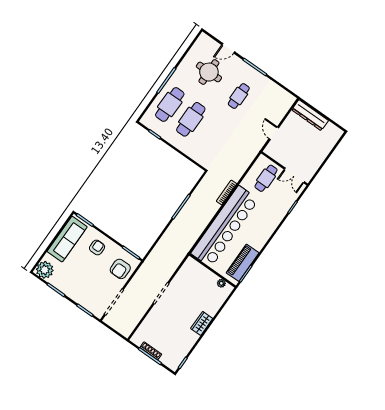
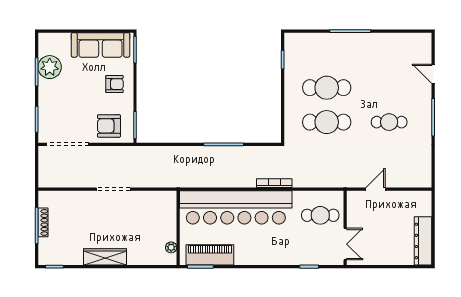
round table: (209, 72) -> (392, 71), removed
cafe table: (170, 104) -> (327, 122), moved
dresser: (310, 115) -> (423, 241), moved
double door: (294, 175) -> (345, 244), swing flipped
plant: (45, 270) -> (50, 67), moved
wardrobe: (202, 323) -> (105, 257), width x1.50

